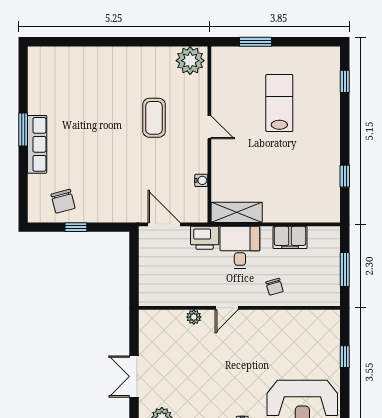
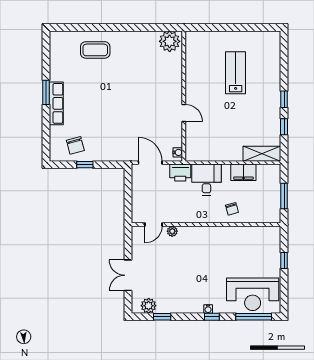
window: (255, 42) -> (218, 27), removed
window: (345, 81) -> (284, 99), moved
coffee table: (154, 118) -> (95, 50), moved, turned 90
door: (209, 127) -> (184, 113), moved
water cooler: (201, 180) -> (178, 152), moved
shelving: (237, 212) -> (262, 154), moved
door: (227, 308) -> (154, 224), moved

